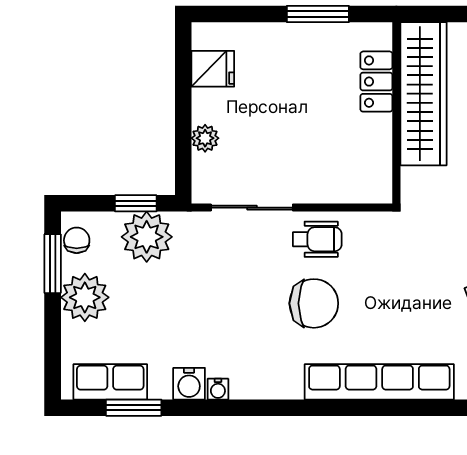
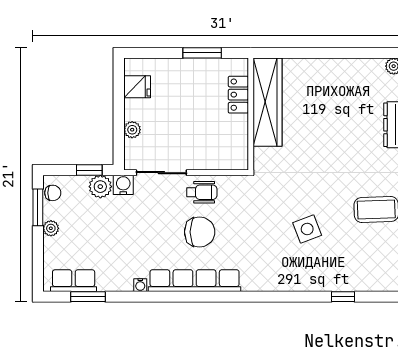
plant: (147, 237) -> (100, 187), width x0.73, depth x0.73
chair: (77, 240) -> (53, 193), turned 90
plant: (85, 297) -> (51, 228), width x0.53, depth x0.53
row of seats: (379, 382) -> (195, 281), moved
water cooler: (189, 384) -> (123, 185), moved, turned 180

